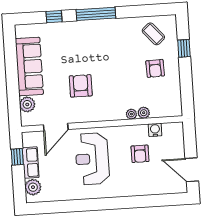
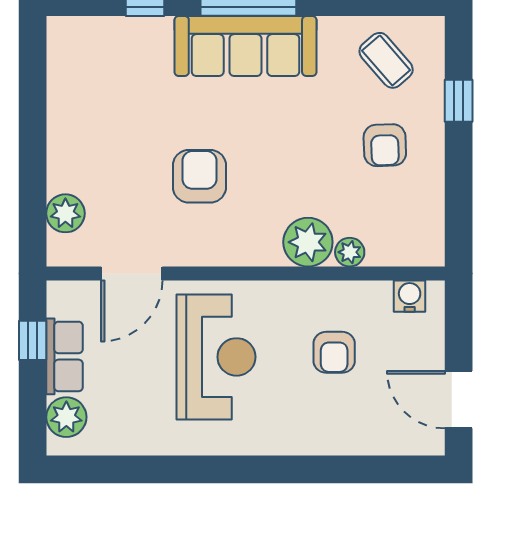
sofa: (29, 66) -> (245, 46), moved, turned 90
plant: (131, 114) -> (308, 242), width x1.87, depth x1.87
water cooler: (155, 130) -> (410, 296), moved
reception desk: (92, 159) -> (216, 357), turned 180

